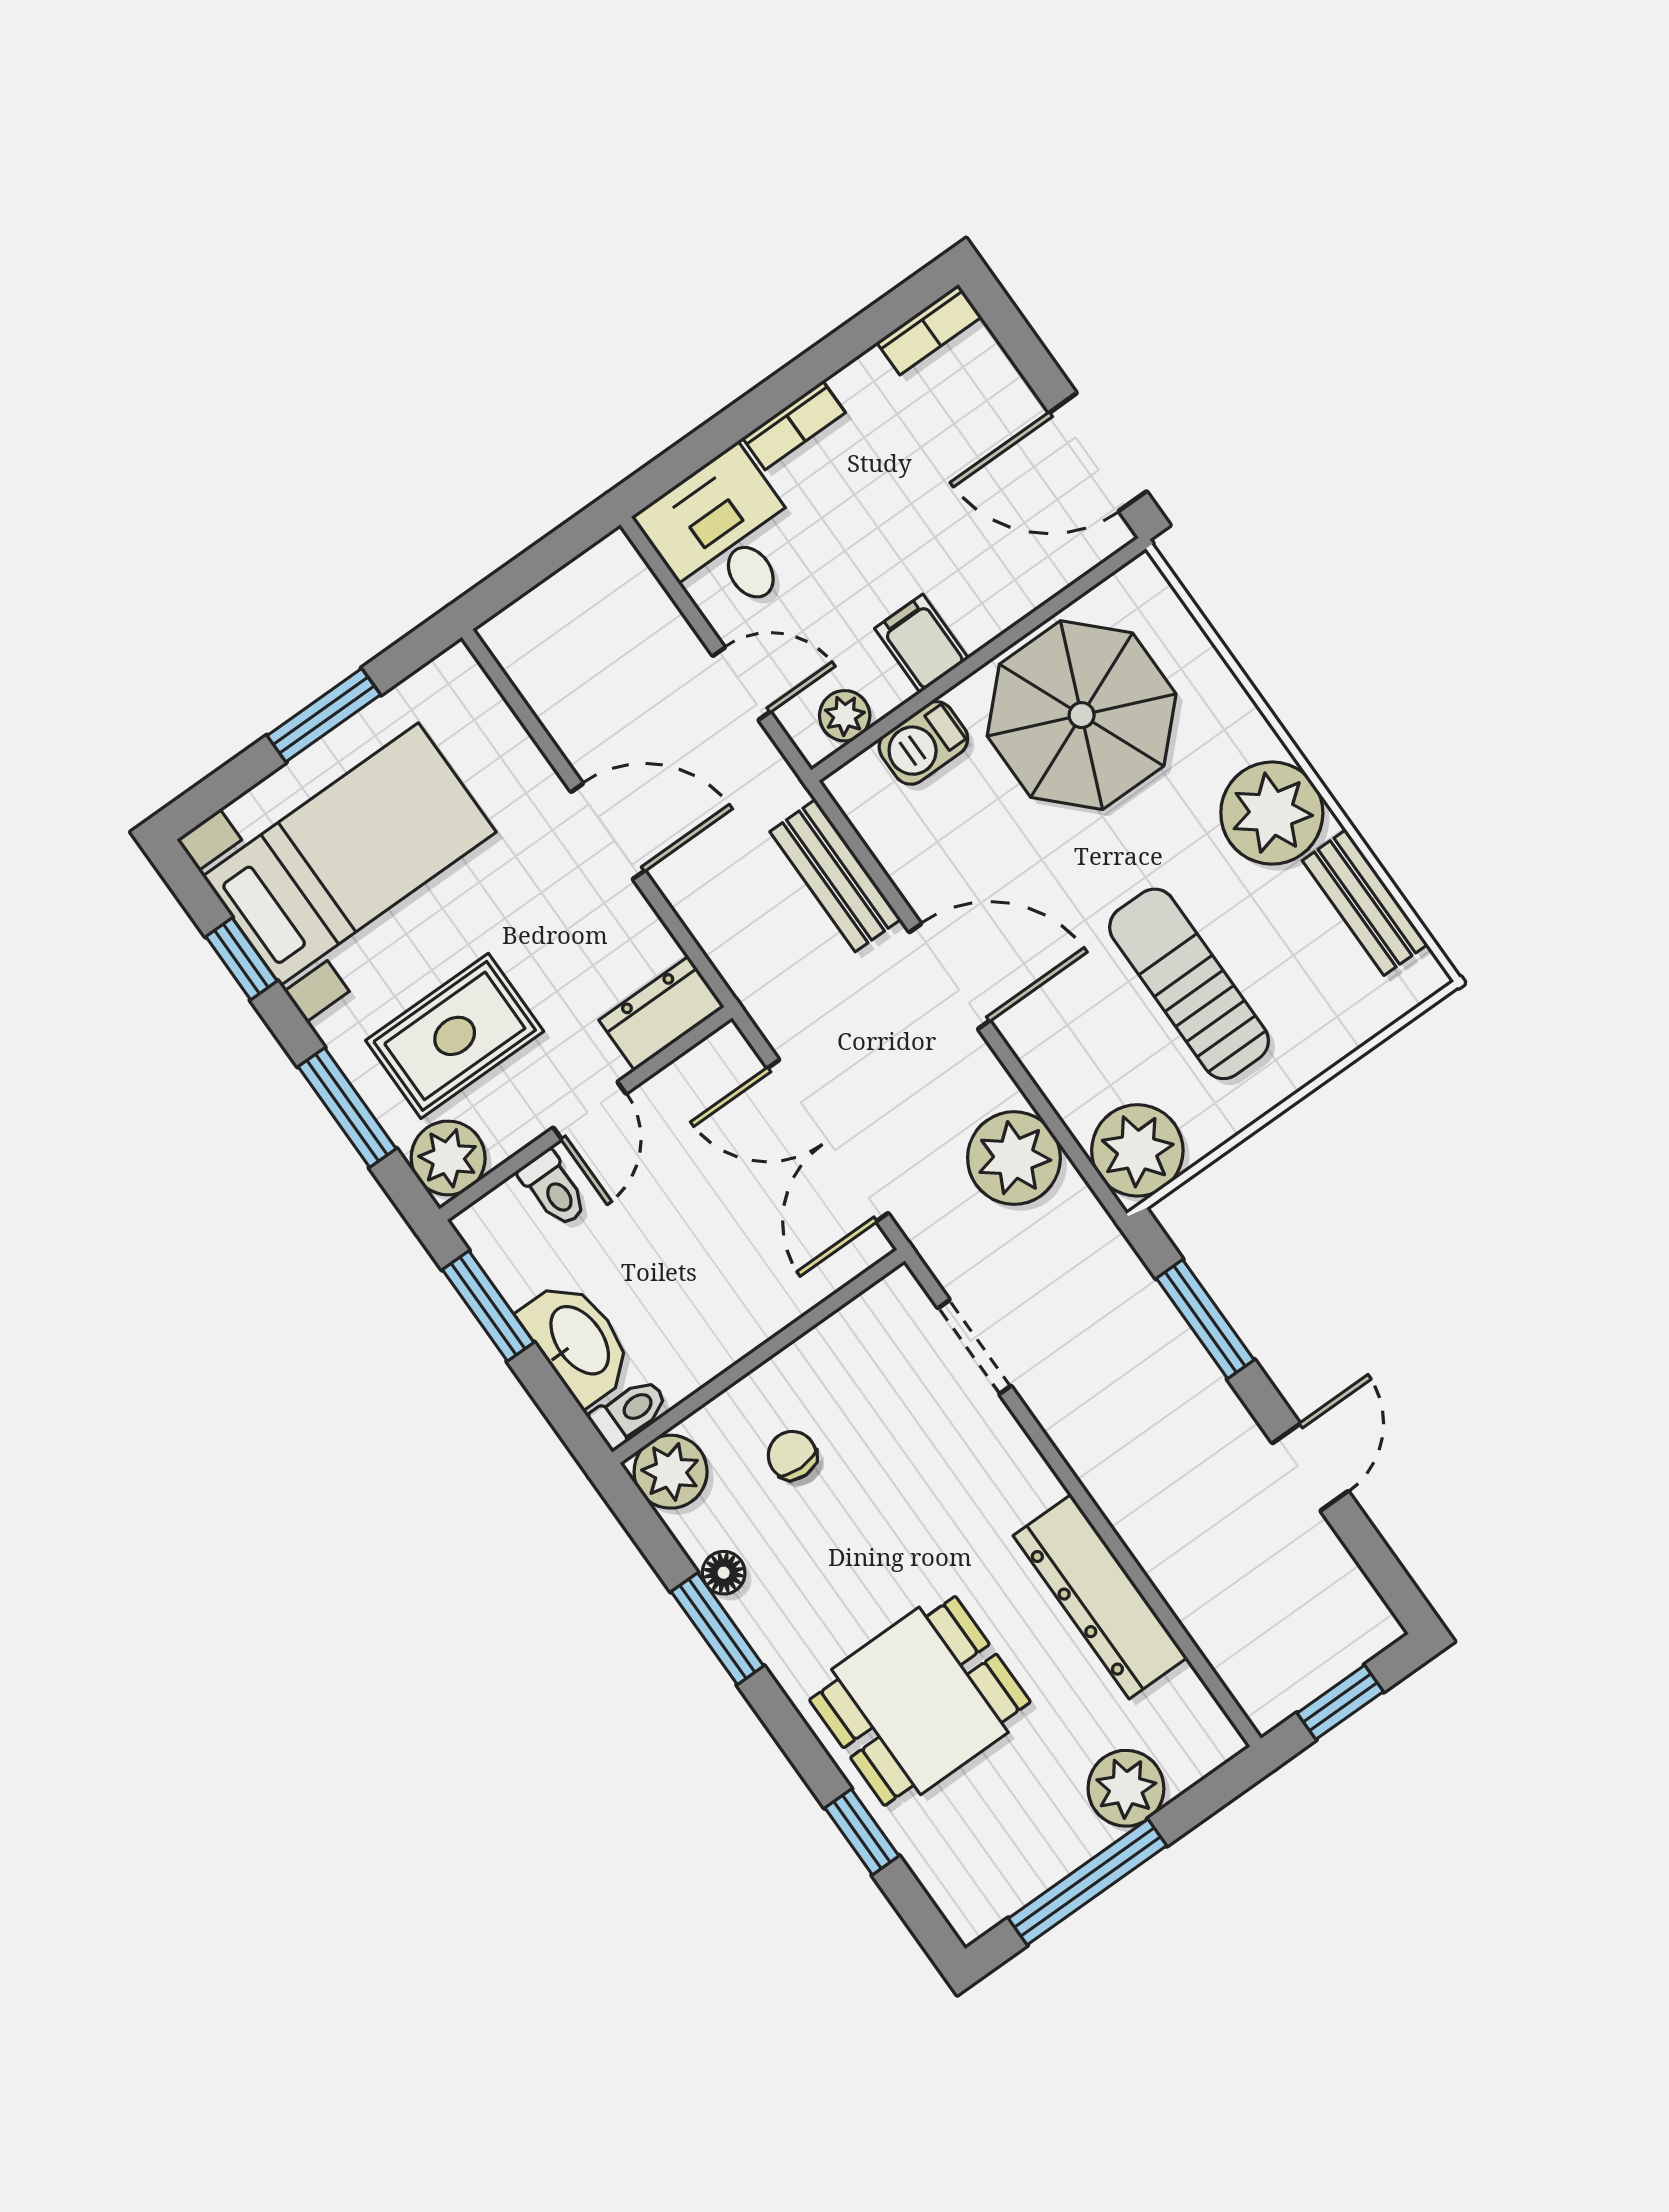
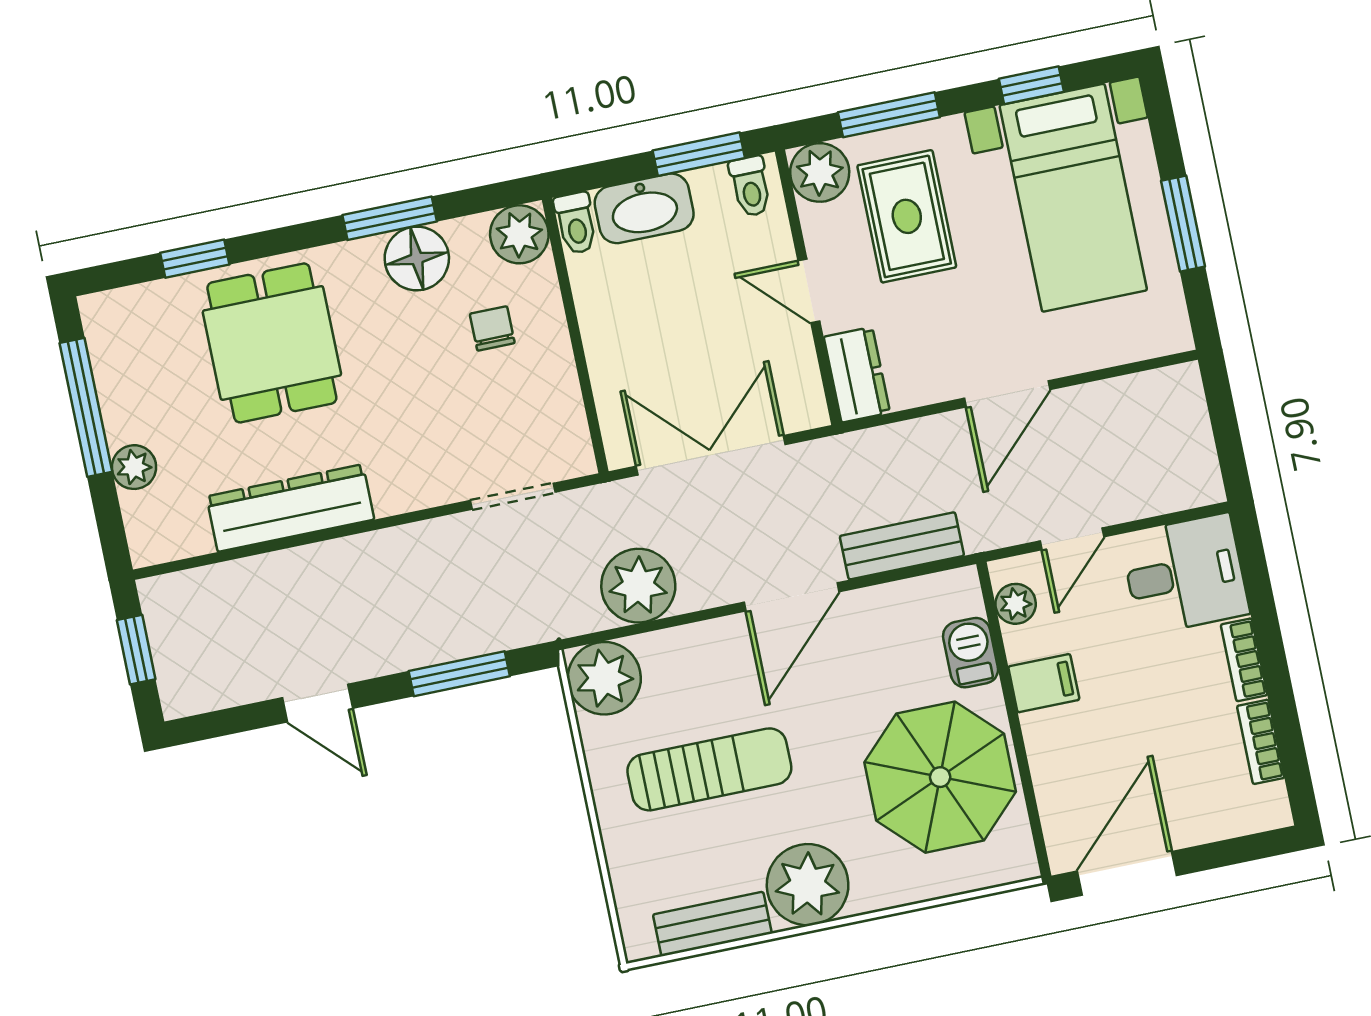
bookcase: (929, 330) -> (1261, 742), moved
toilet: (554, 1189) -> (750, 186), moved, turned -90
chair: (792, 1455) -> (492, 328), turned -90
floor lamp: (724, 1573) -> (417, 258), width x1.89, depth x1.89
plant: (1126, 1788) -> (134, 467), width x0.73, depth x0.73

